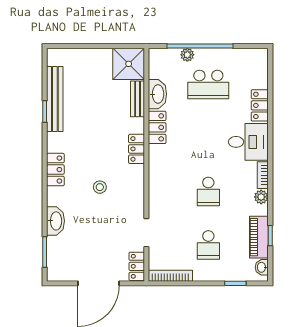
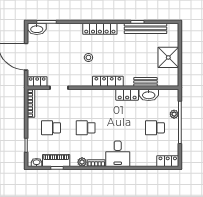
shower: (129, 64) -> (168, 57), moved
school desk: (208, 84) -> (155, 128), width x0.54
locker: (260, 105) -> (168, 161), moved
locker: (137, 149) -> (108, 81), width x1.53
locker: (55, 170) -> (100, 29), width x1.53
washbasin: (56, 221) -> (37, 29), moved

